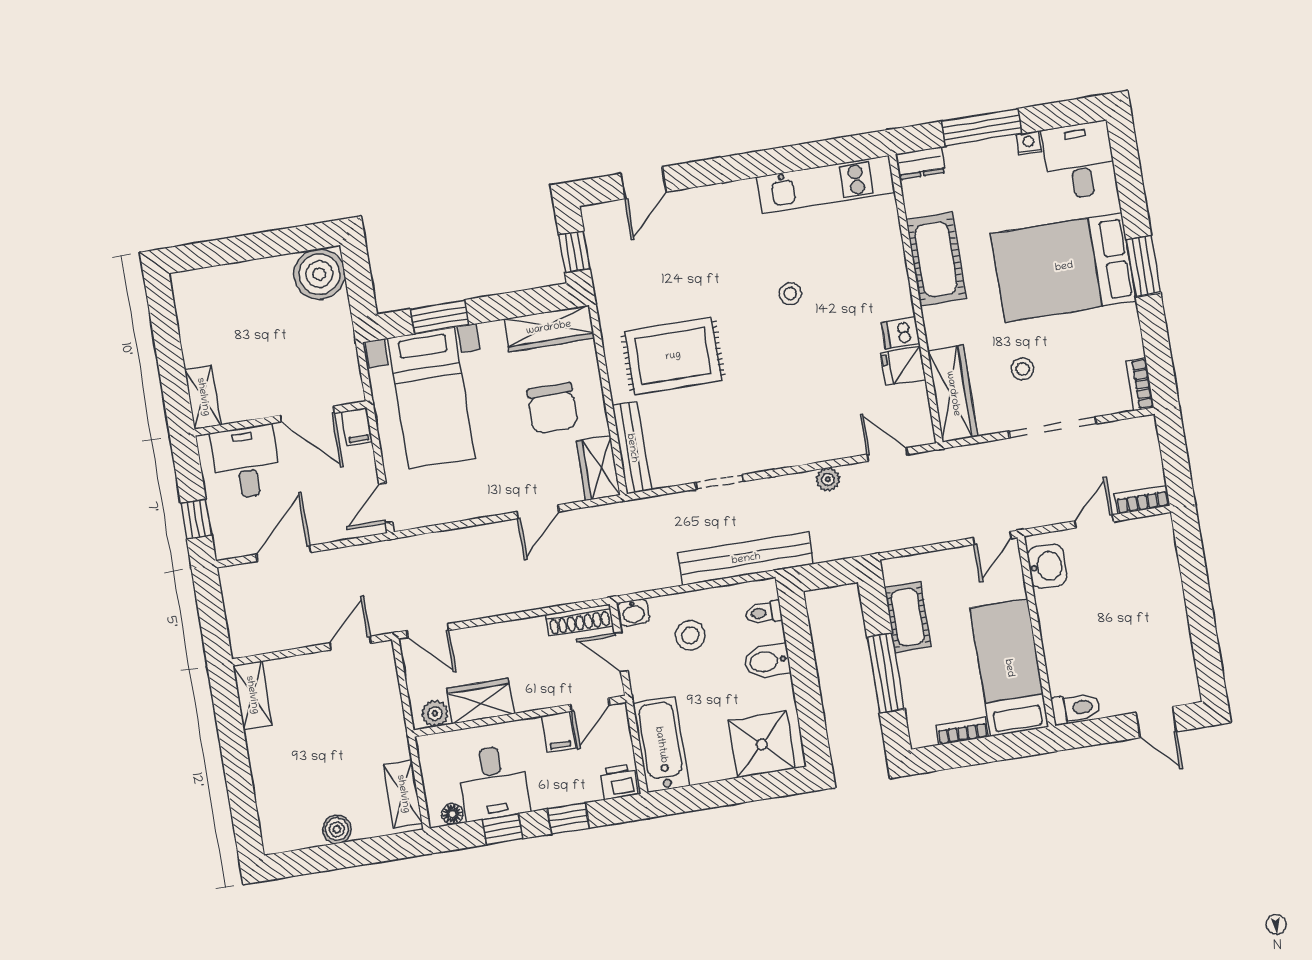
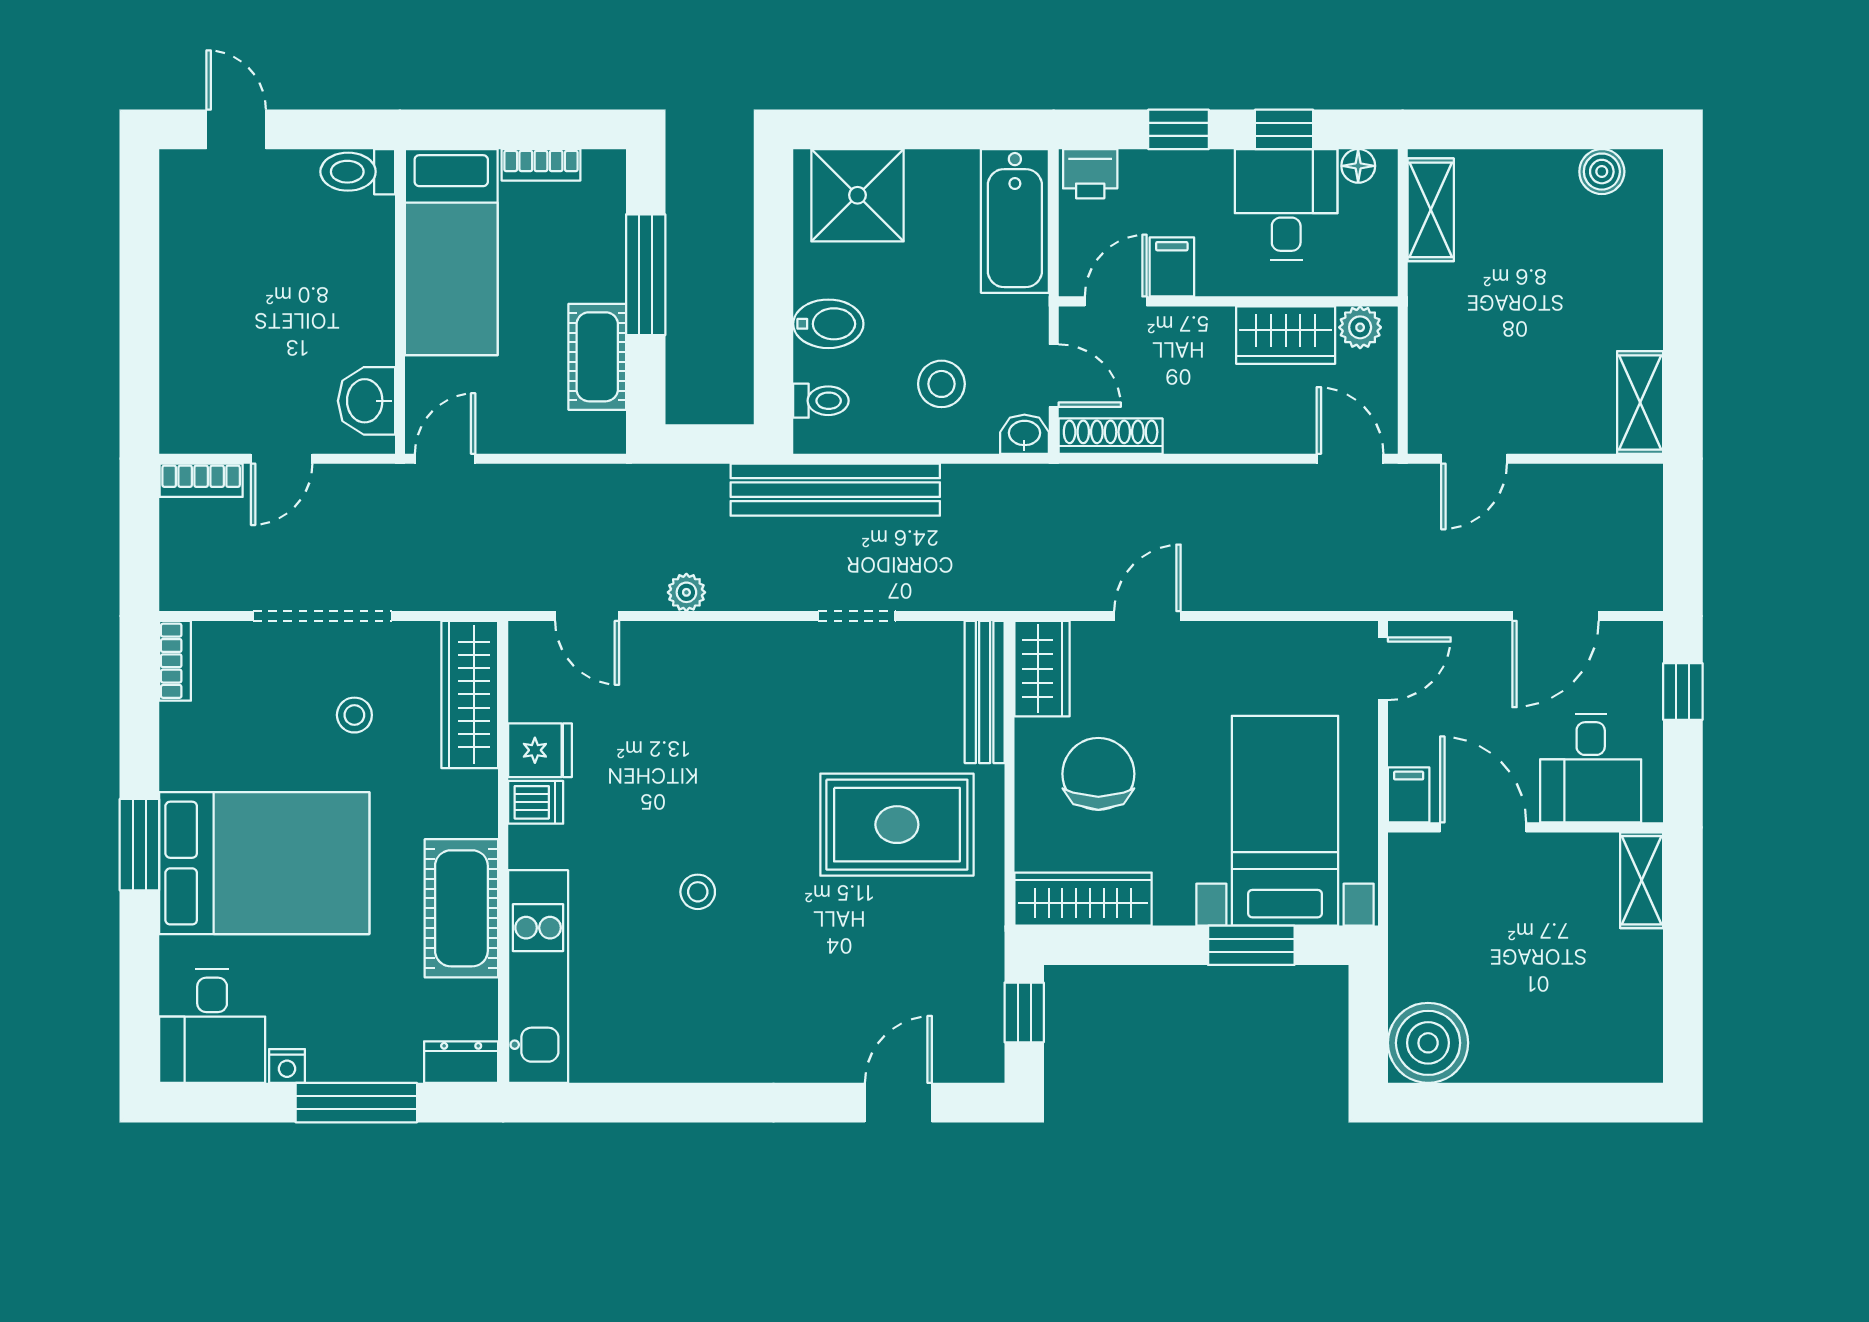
kitchen unit: (826, 185) -> (538, 977), moved, turned 90
boiler: (337, 829) -> (1602, 172), moved

